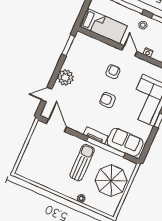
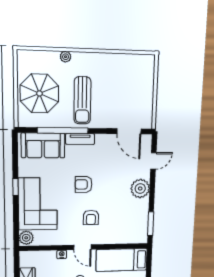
armchair: (108, 100) -> (84, 184), turned 180

